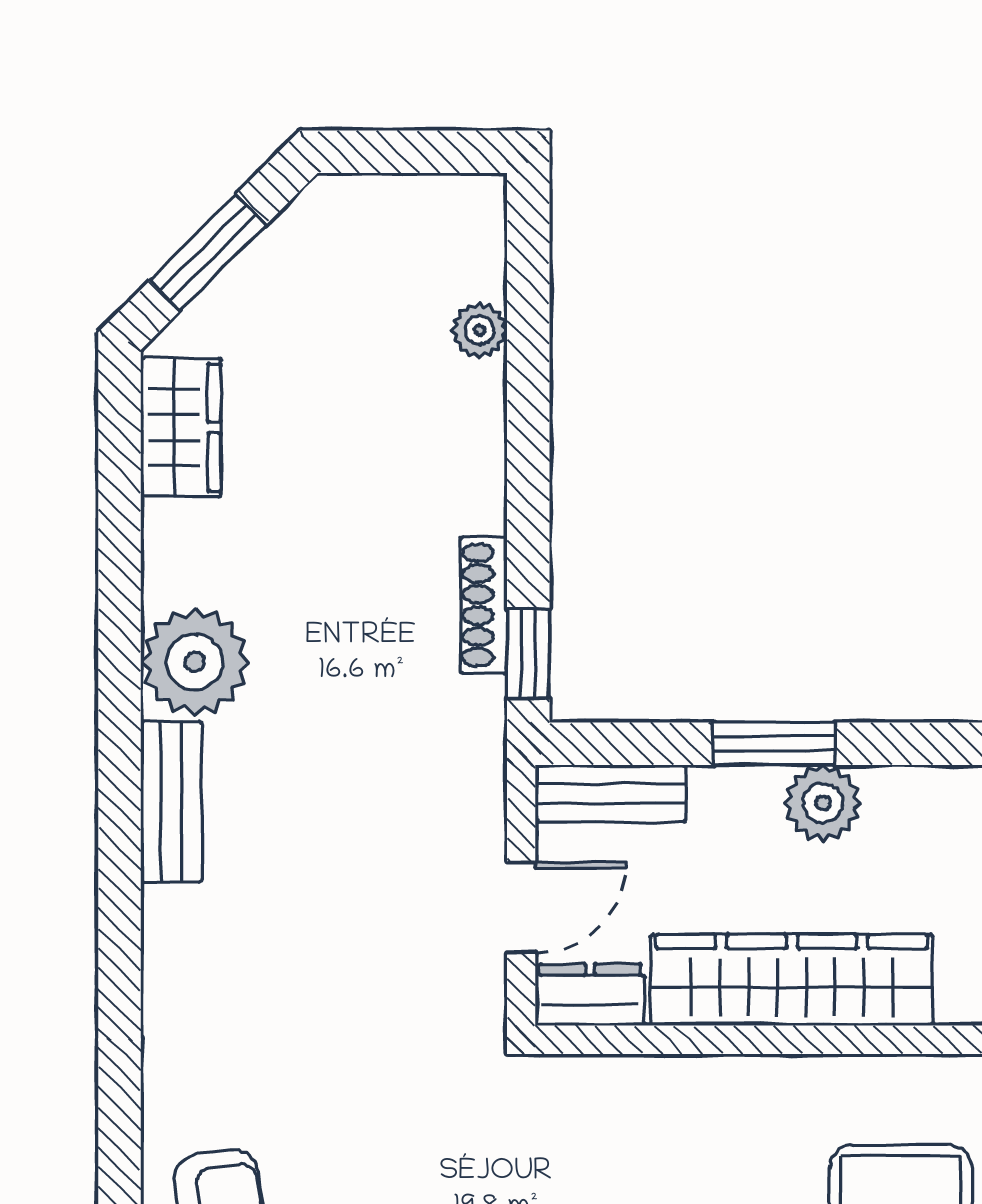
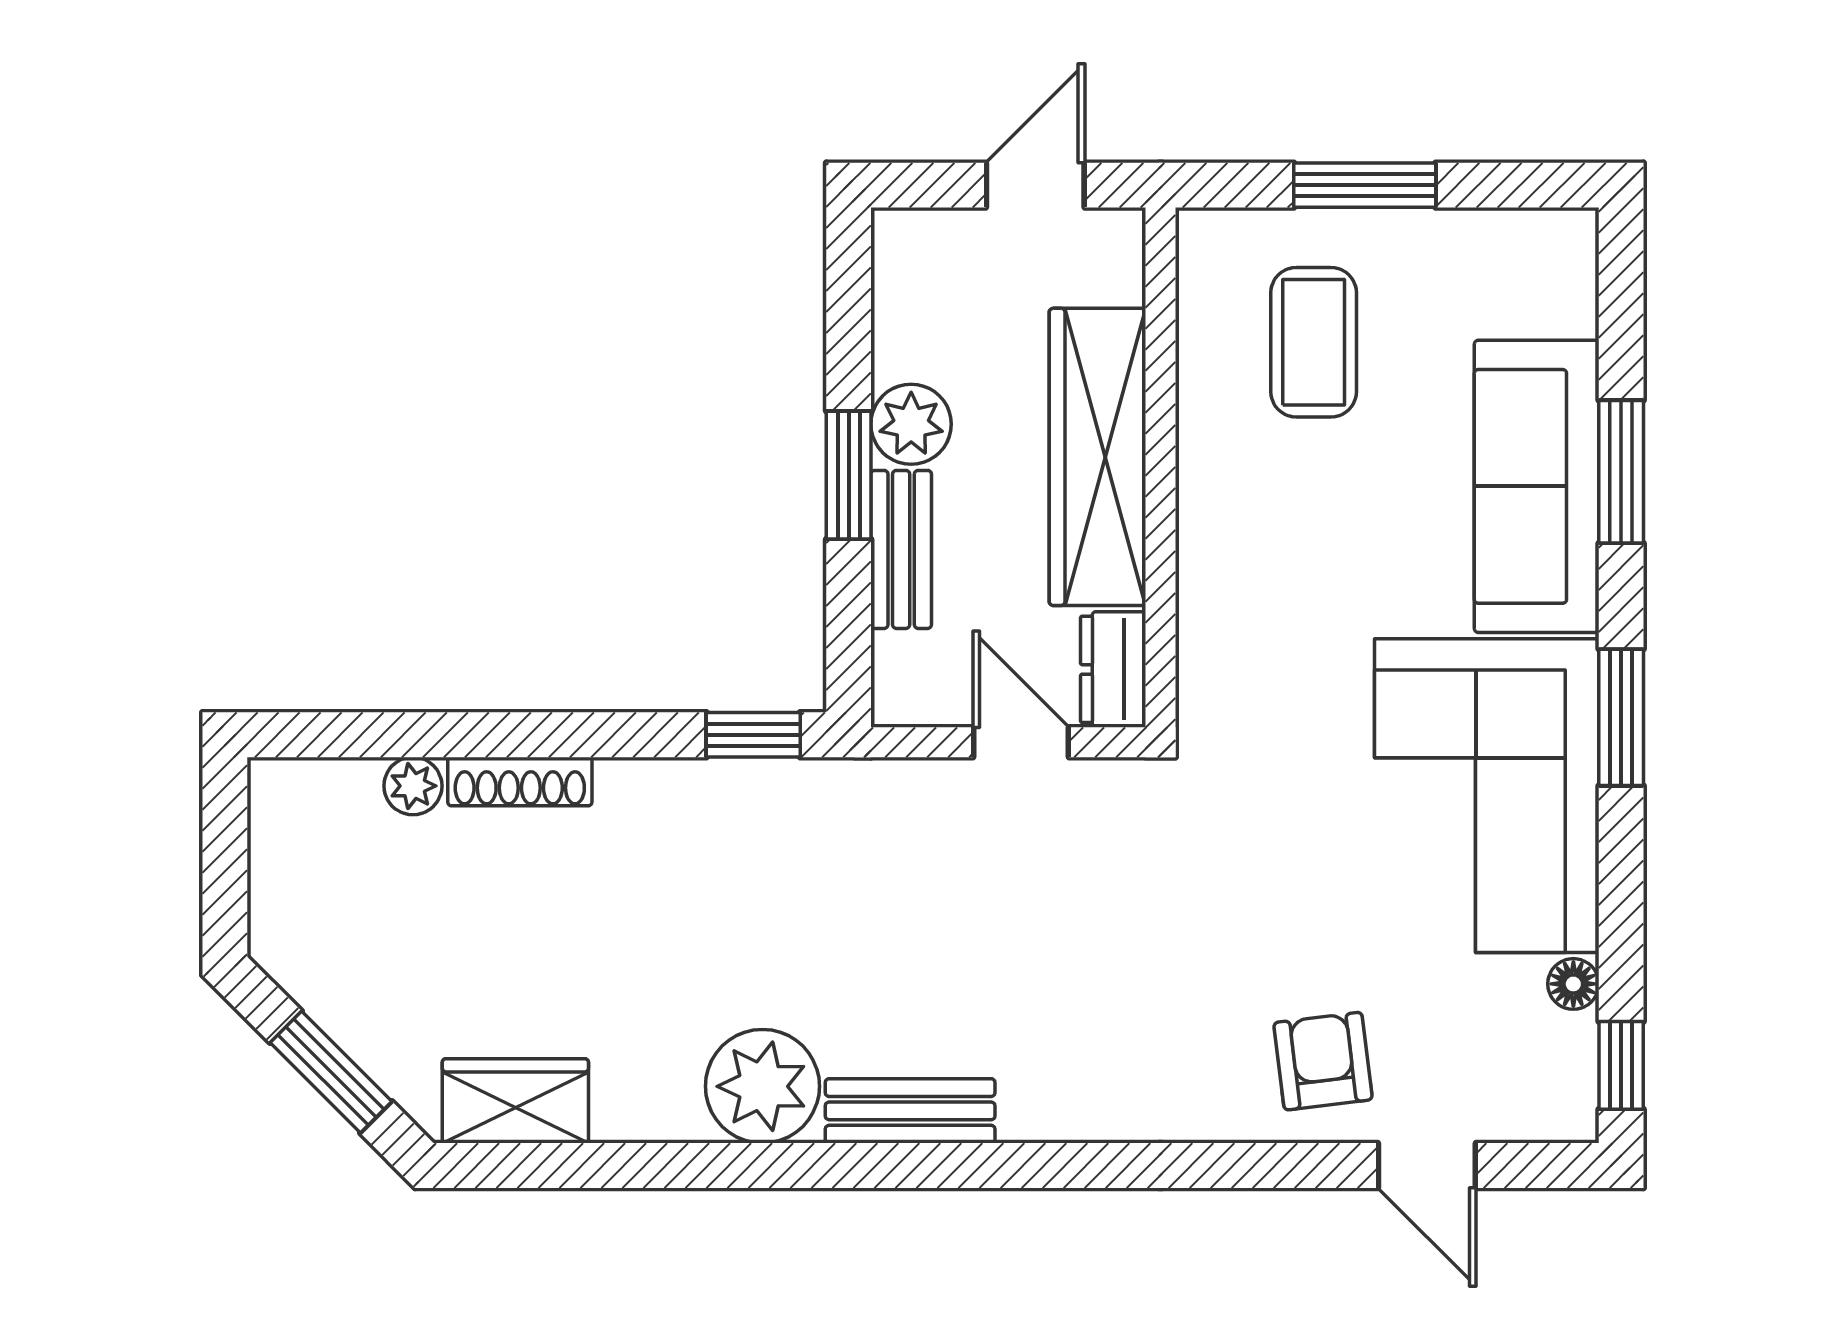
shoe rack: (484, 605) -> (520, 781), moved
bench: (610, 794) -> (901, 549), moved

